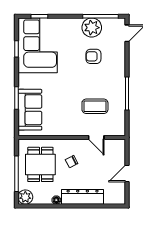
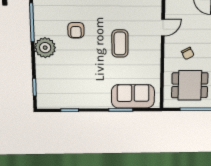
plant: (92, 28) -> (45, 48), moved
corner sofa: (38, 45) -> (65, 89), removed
coffee table: (95, 106) -> (120, 43), moved

